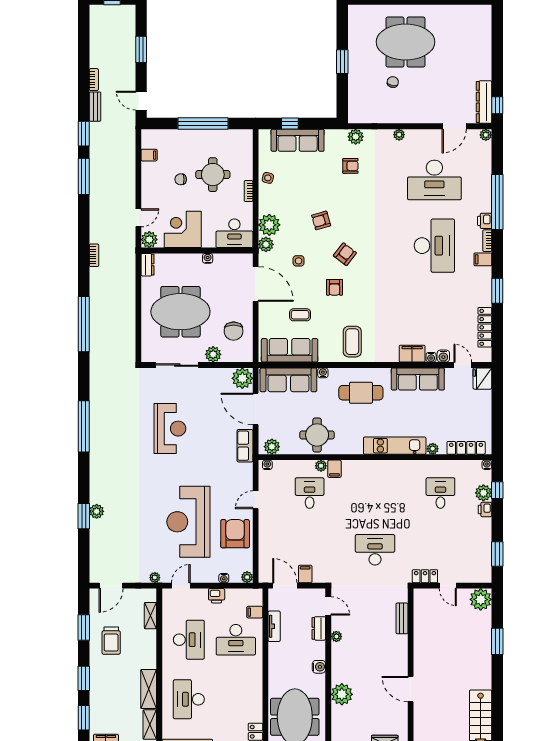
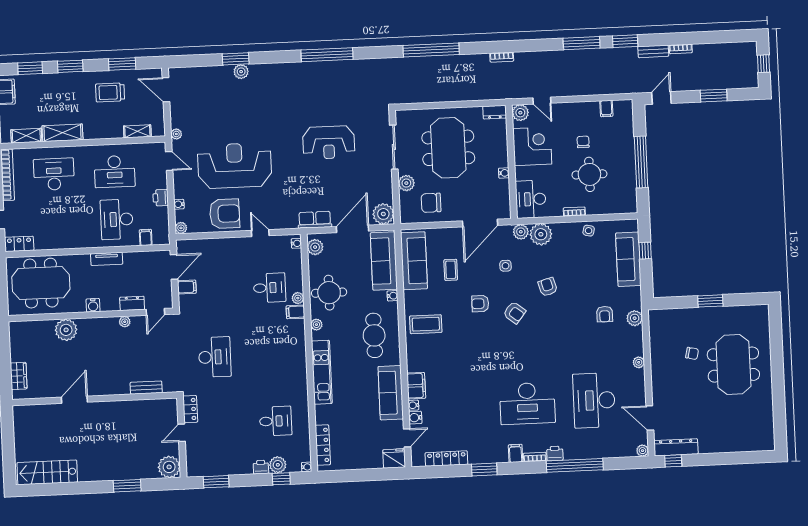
plant: (433, 449) -> (316, 325), moved
tv unit: (274, 626) -> (107, 259), moved

